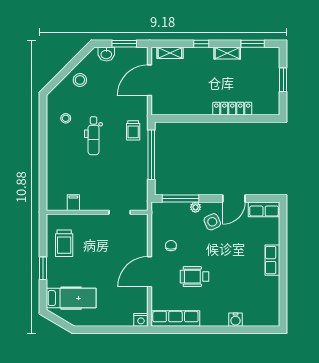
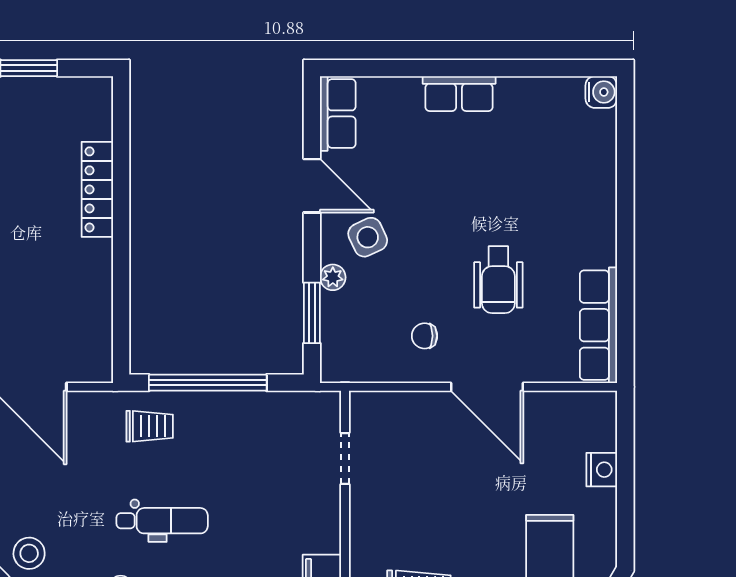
window: (181, 198) -> (312, 313), width x0.69
nightstand: (141, 320) -> (602, 470), moved
water cooler: (235, 320) -> (601, 92), moved

